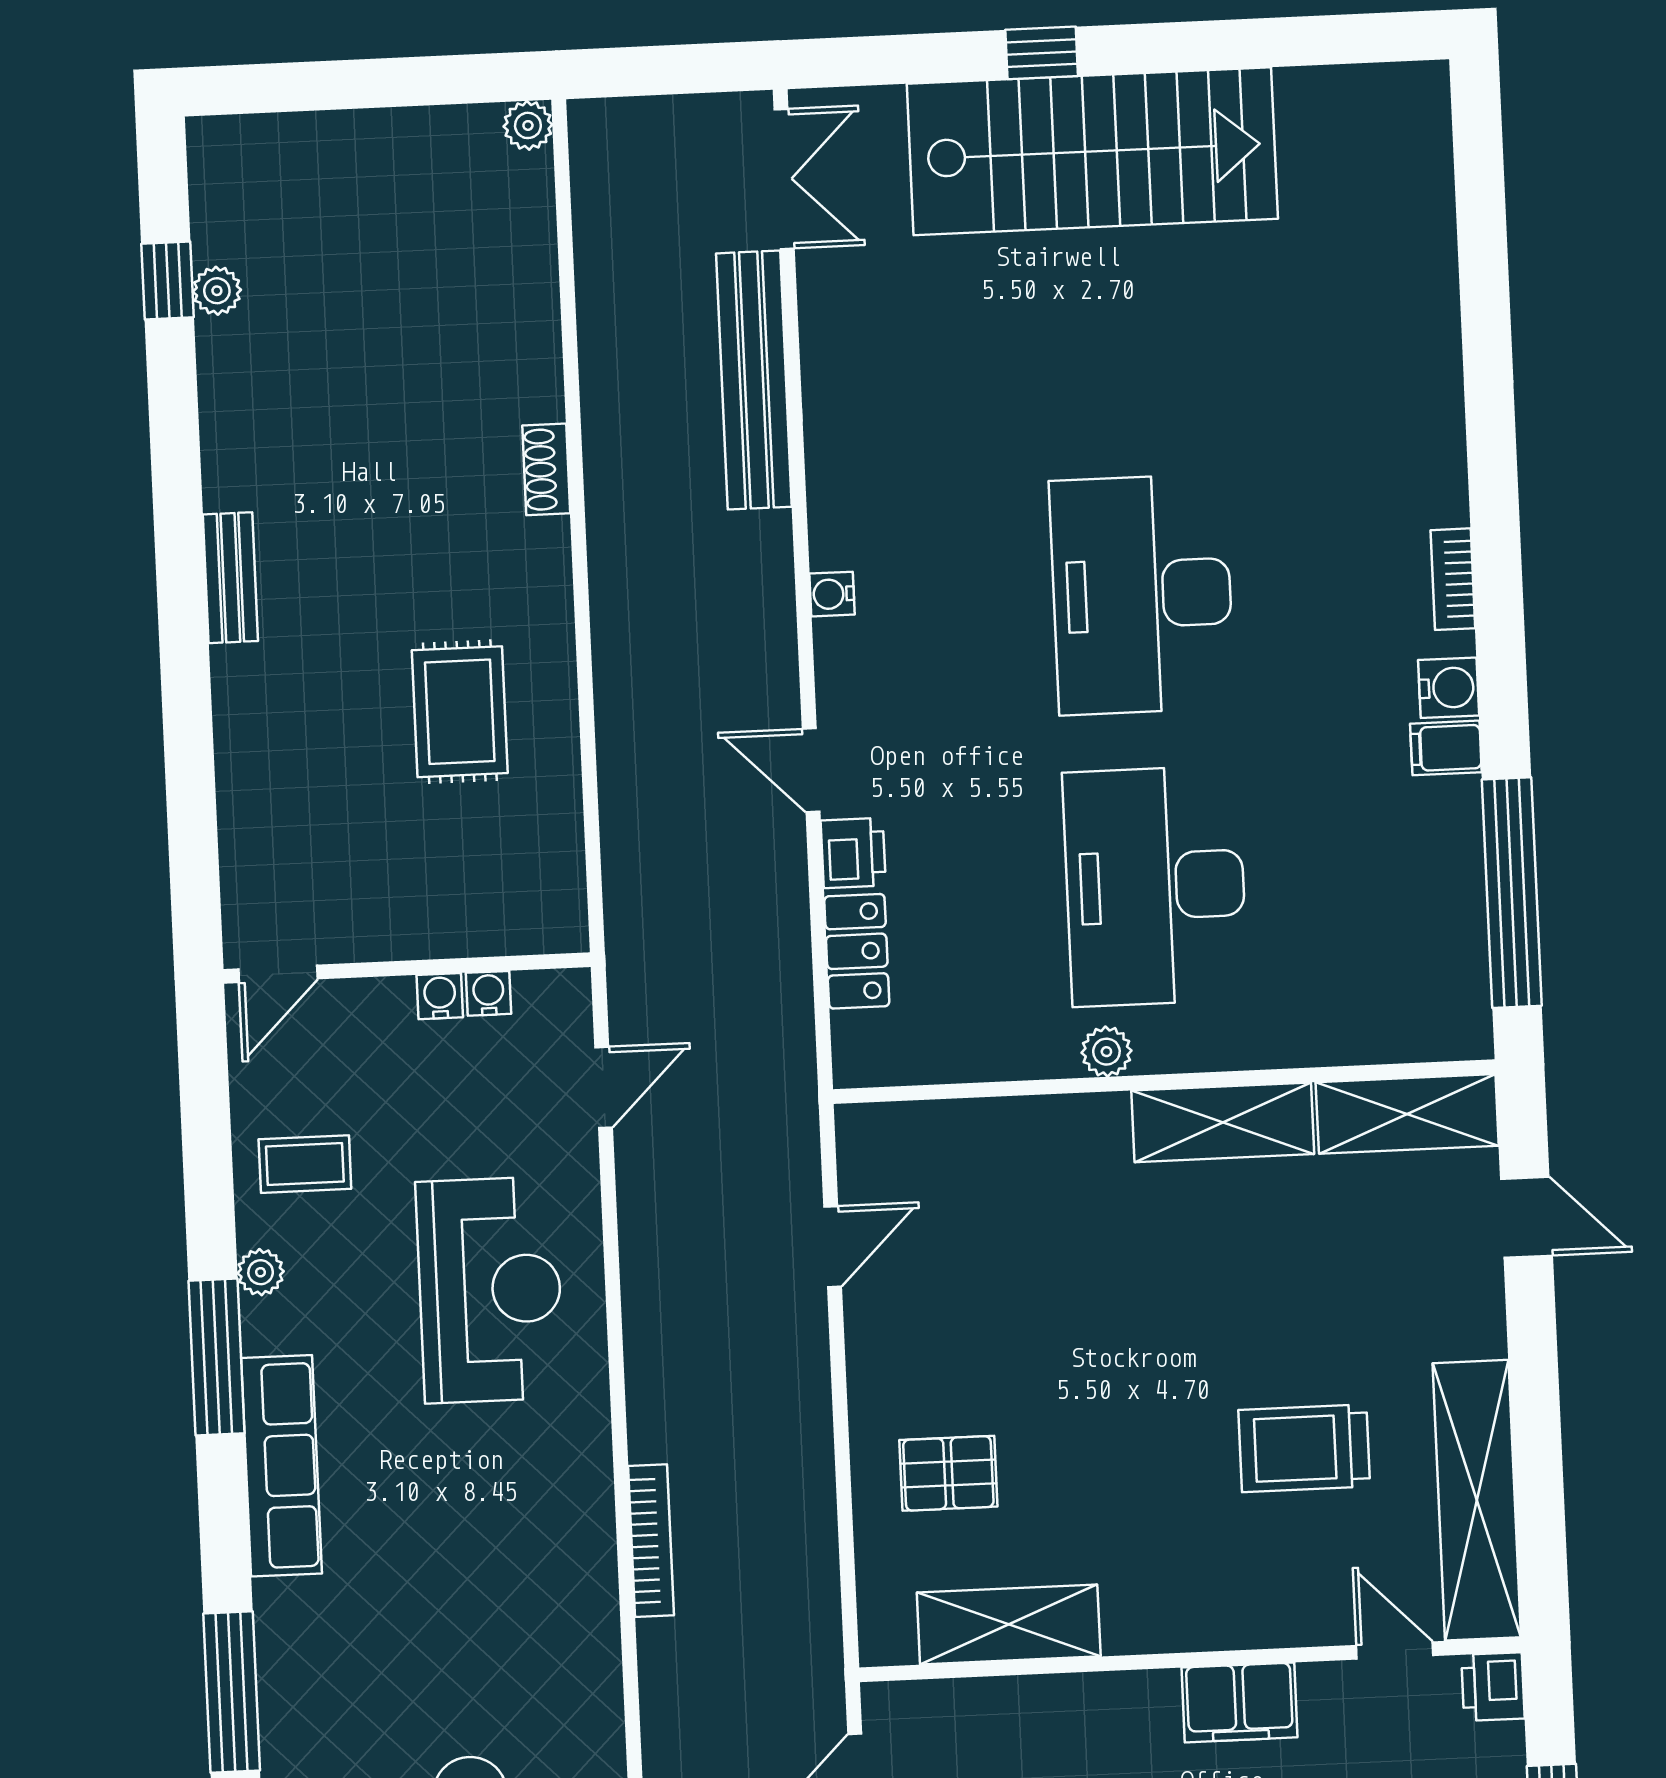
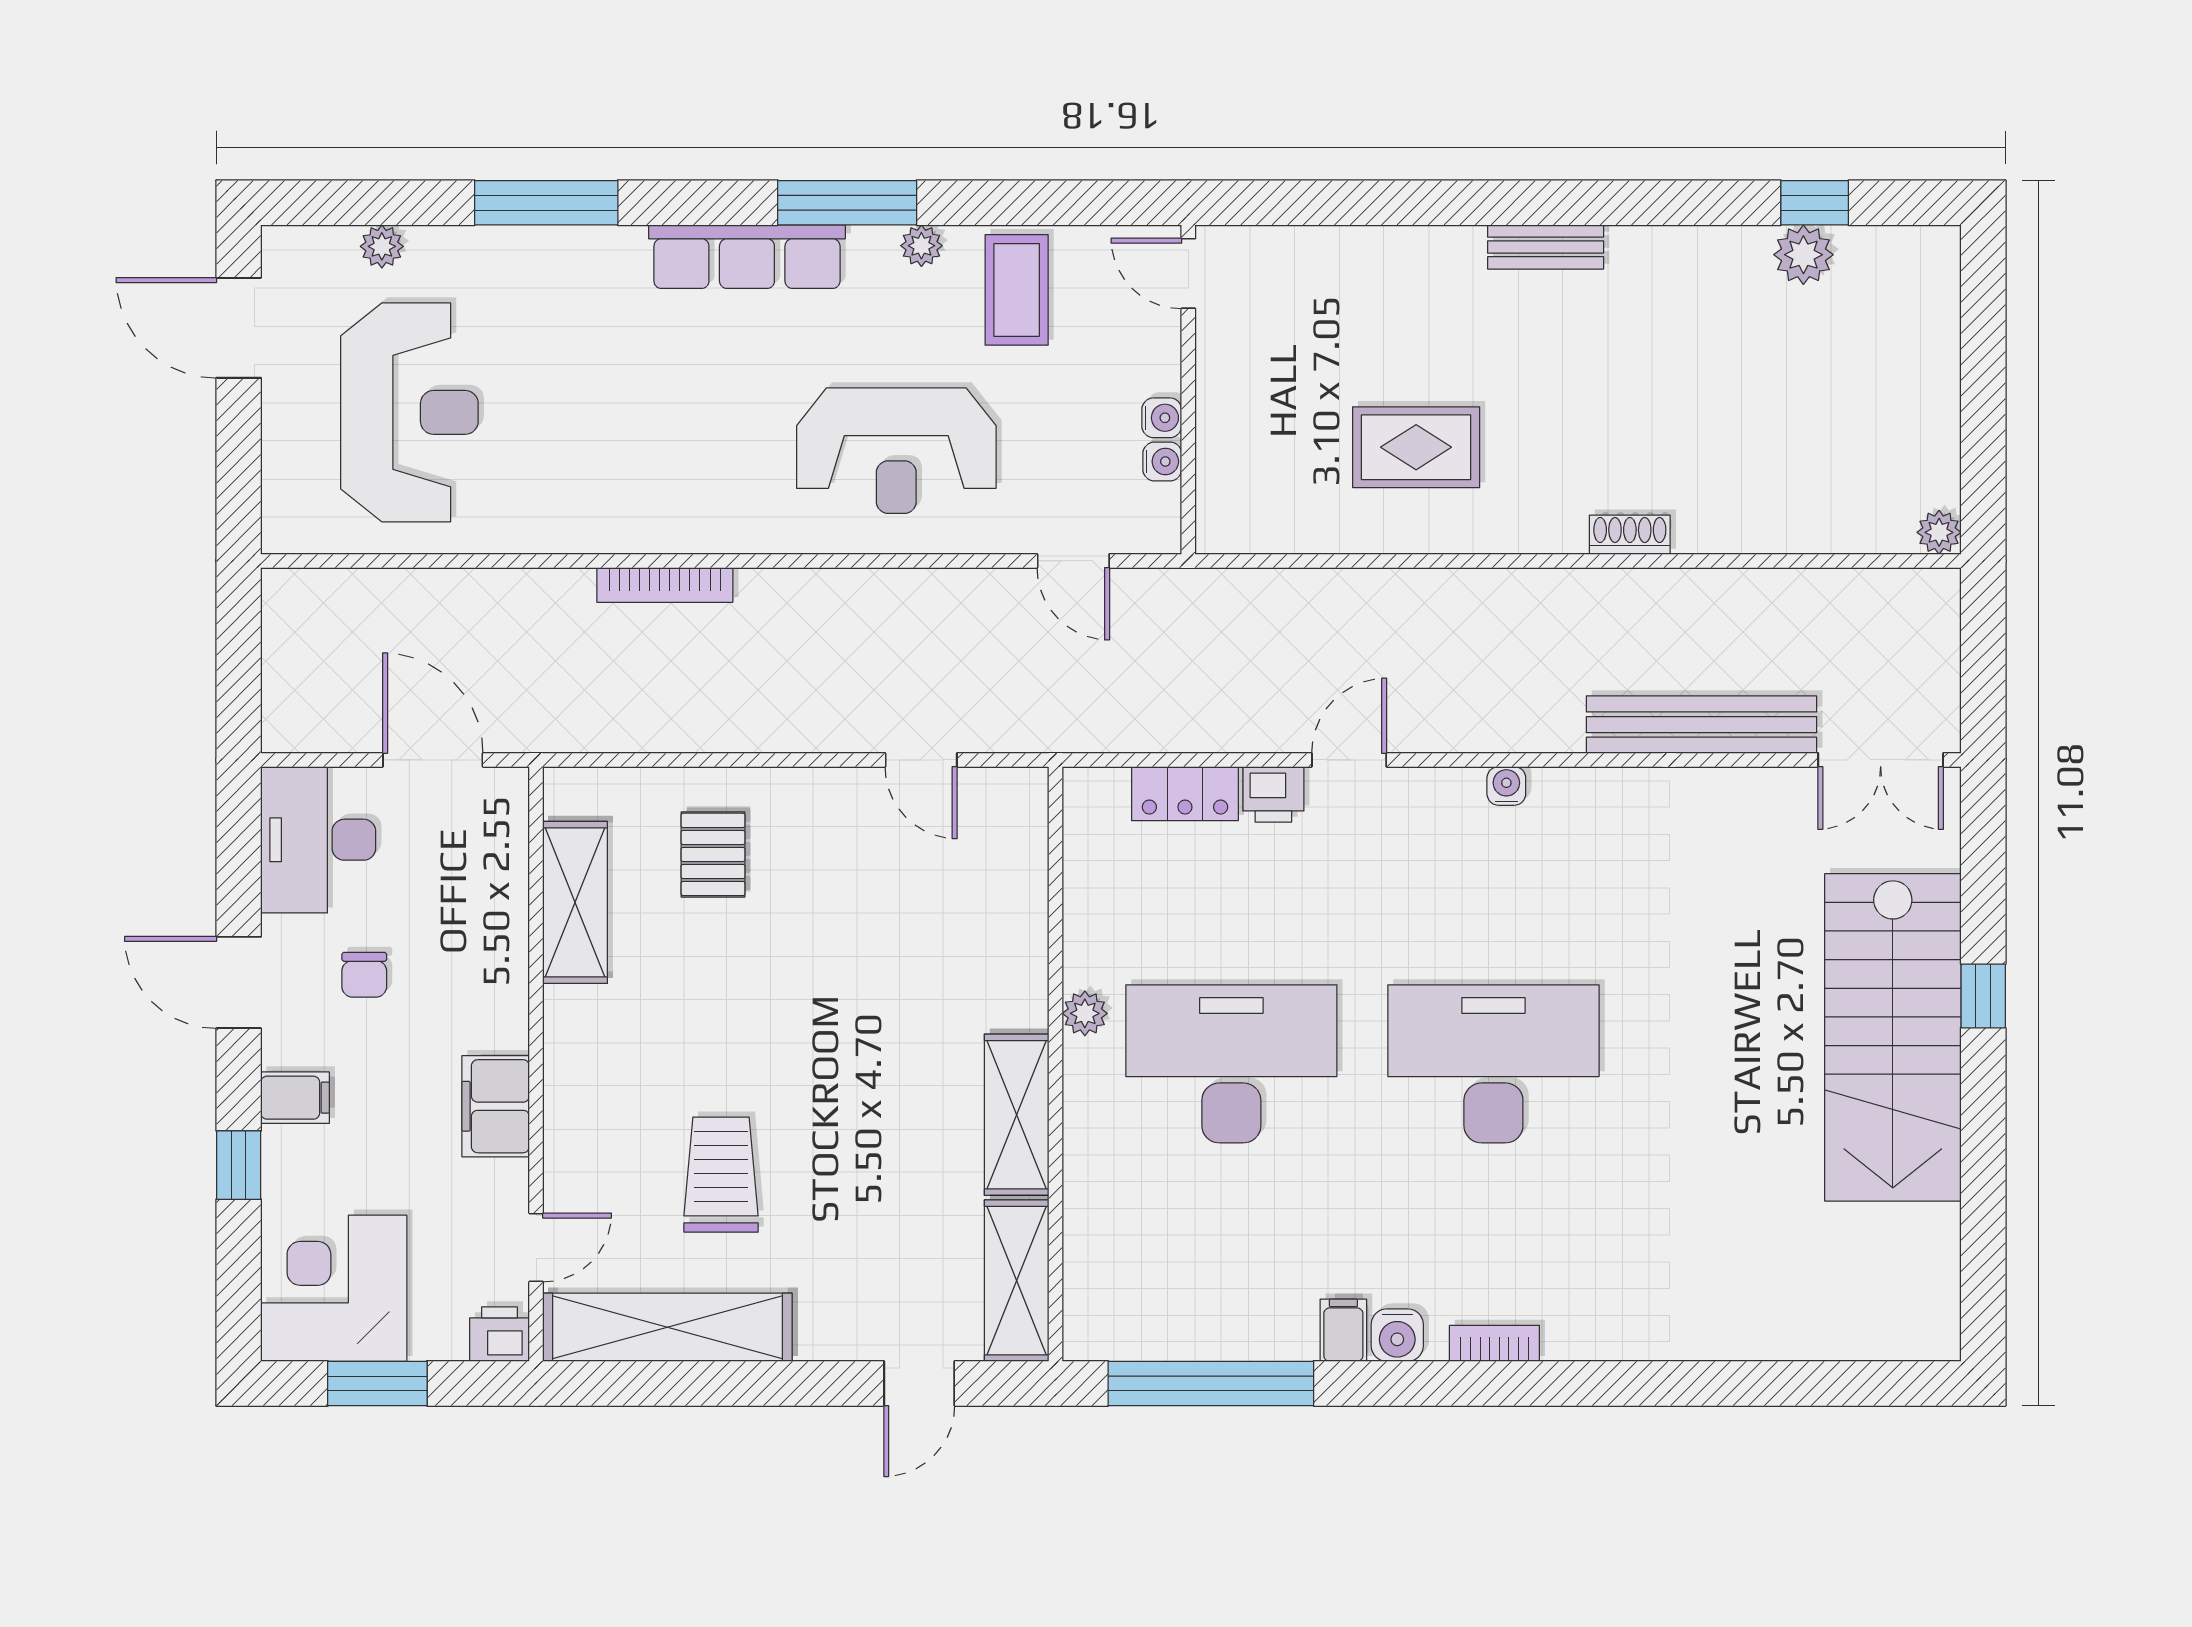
plant: (217, 291) -> (1803, 255), width x1.38, depth x1.38
coffee table: (305, 1164) -> (1017, 290), width x1.36, depth x1.30

